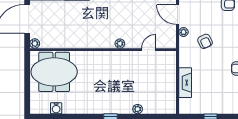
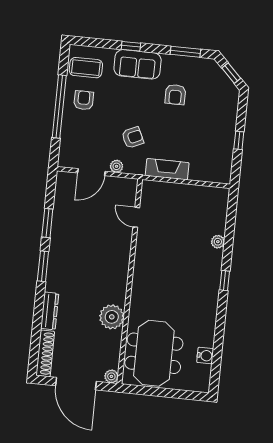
plant: (120, 44) -> (112, 317), moved, width x1.88, depth x1.88
fireplace: (185, 83) -> (167, 169), moved

